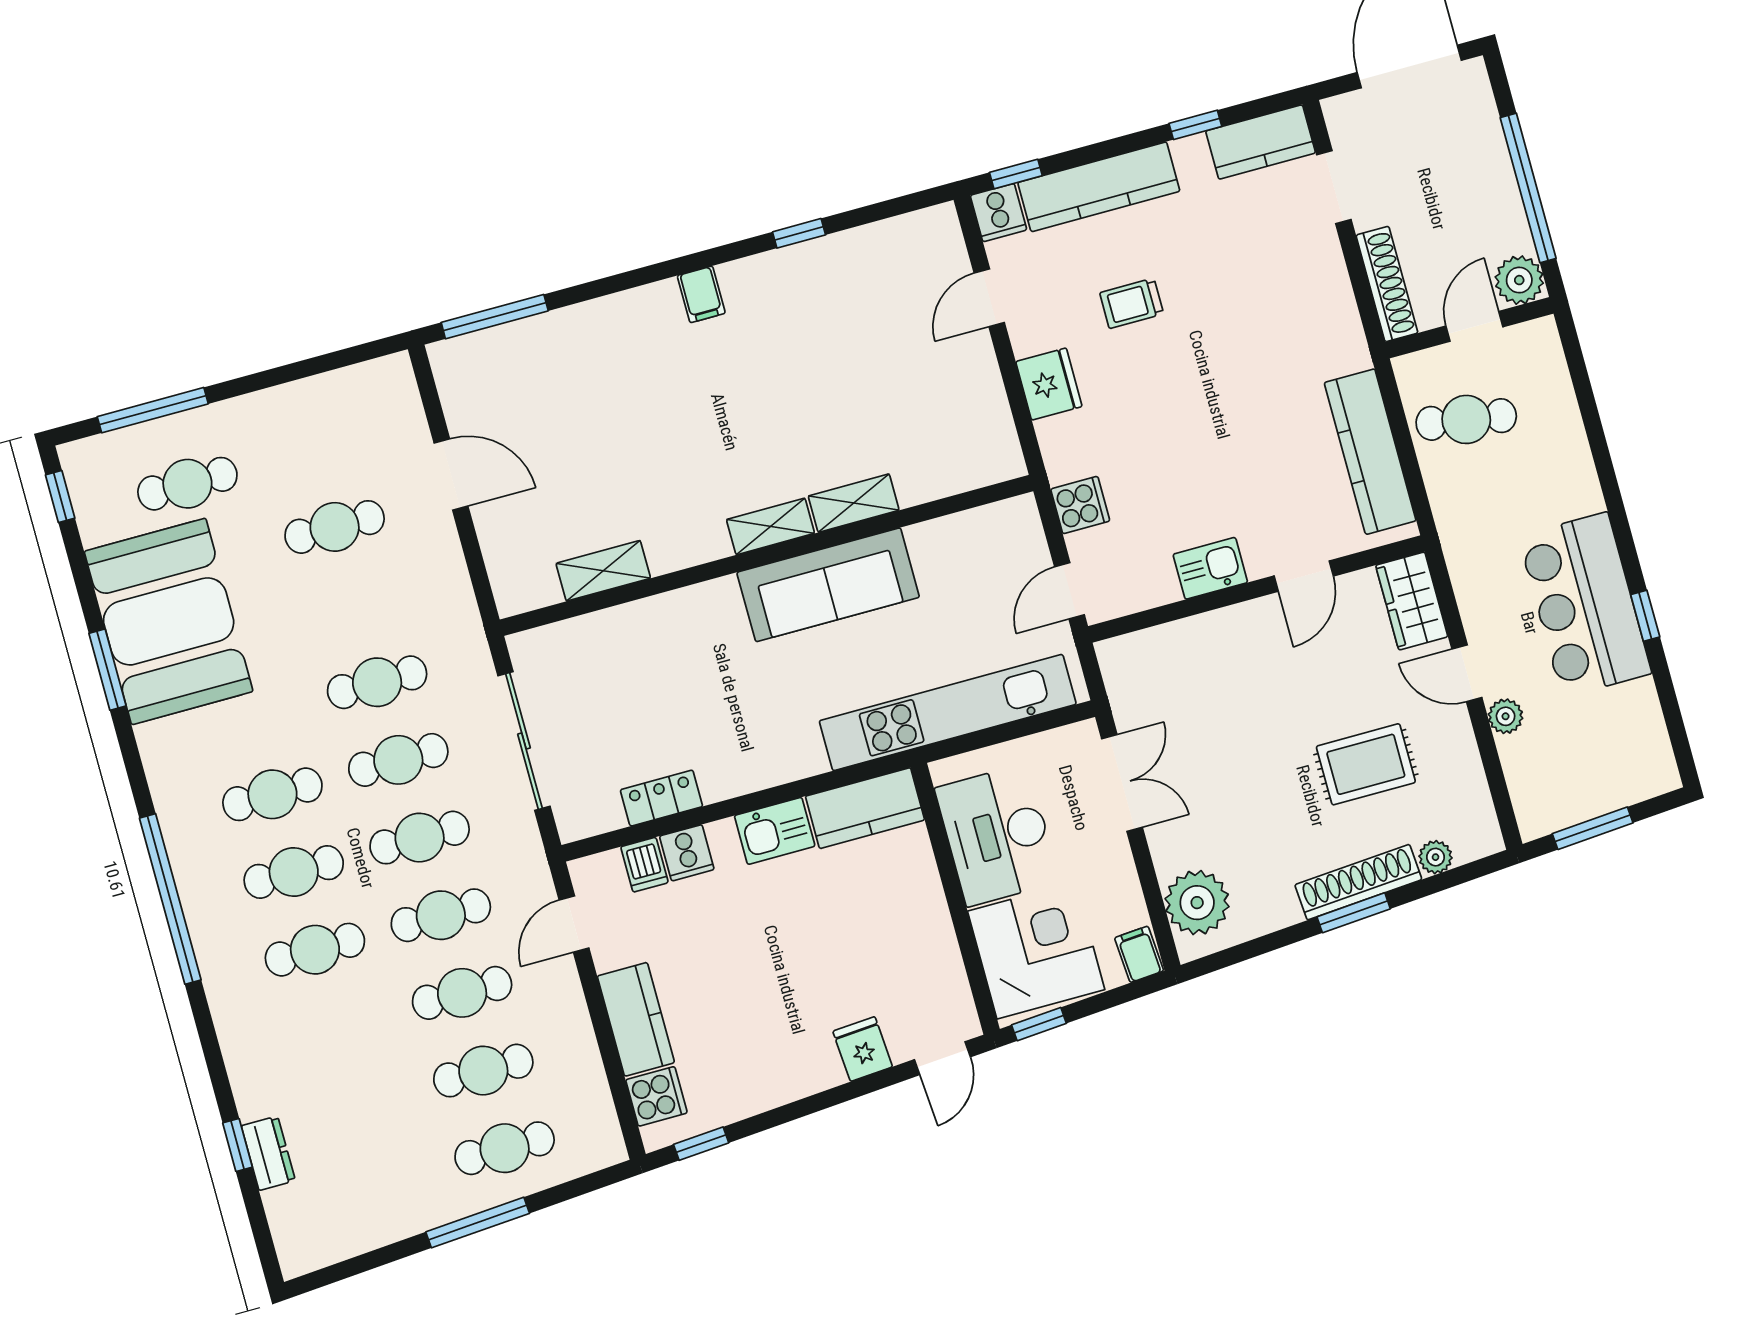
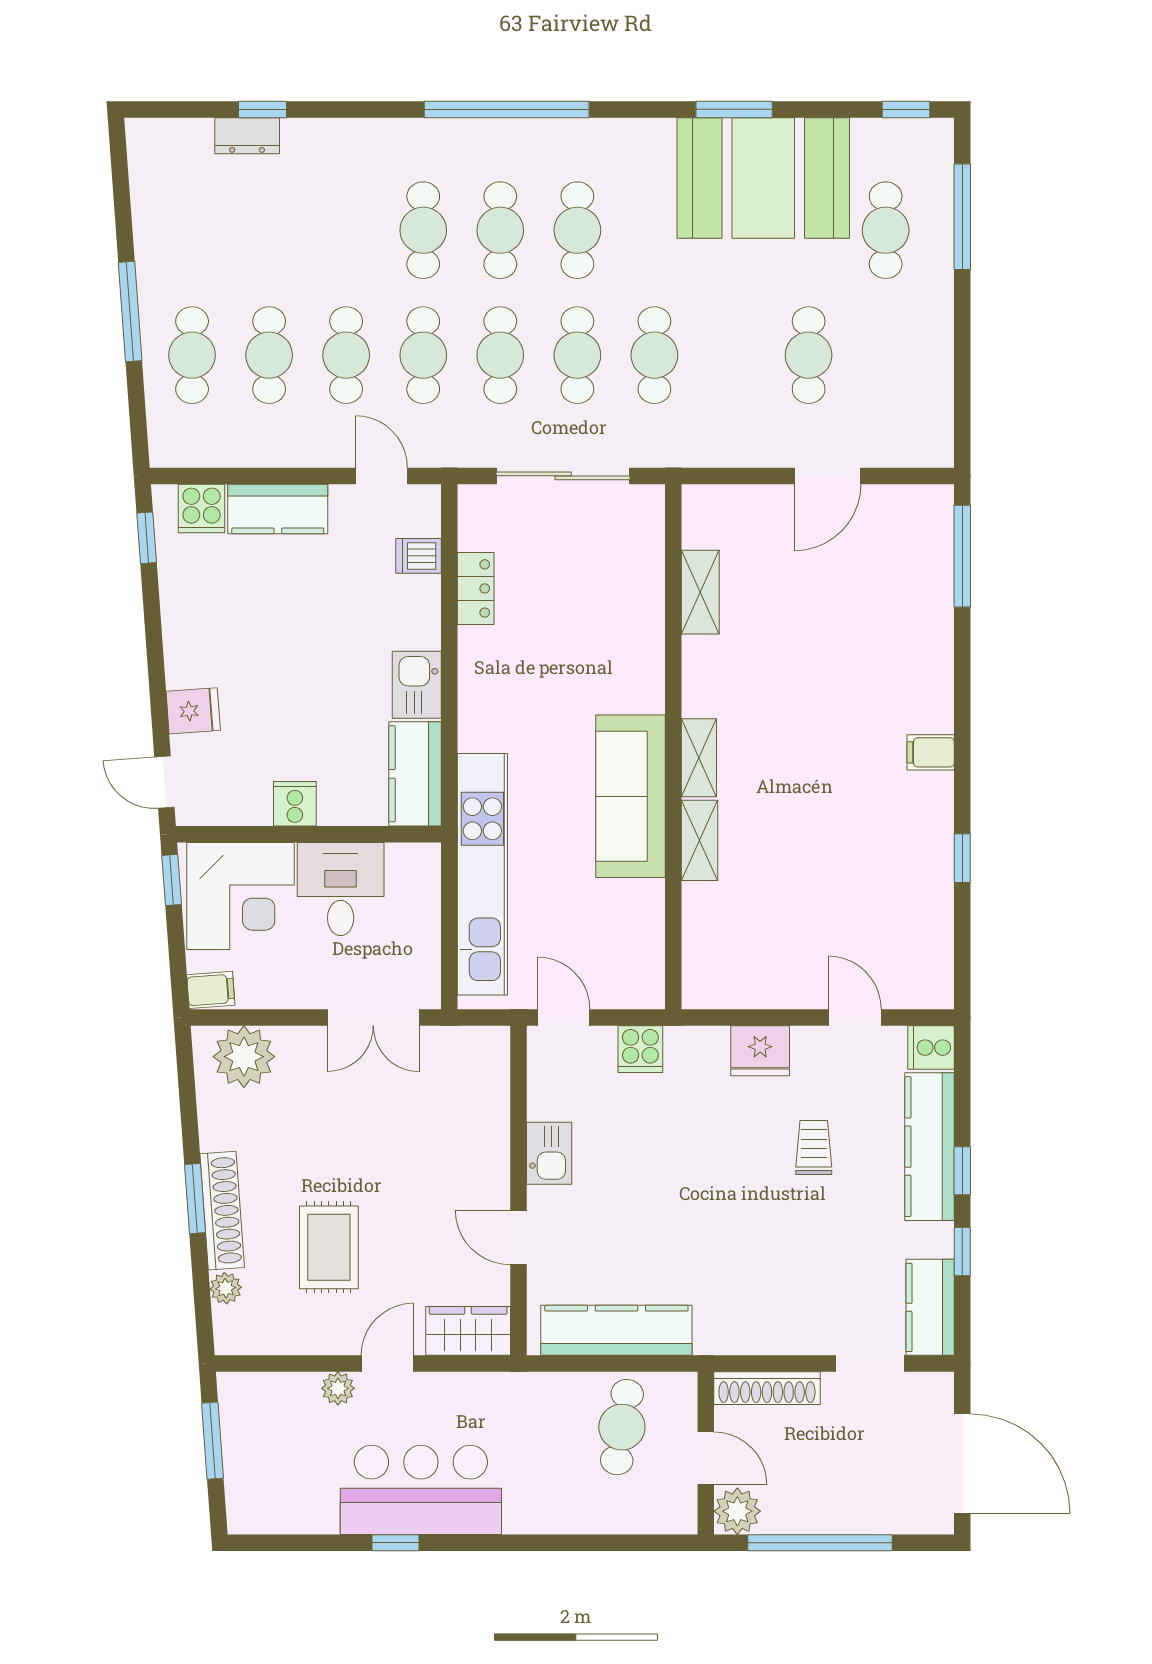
window: (1016, 174) -> (962, 1171), moved
desk: (997, 835) -> (341, 889), width x0.73
cooker: (687, 853) -> (295, 804), moved, turned 90

